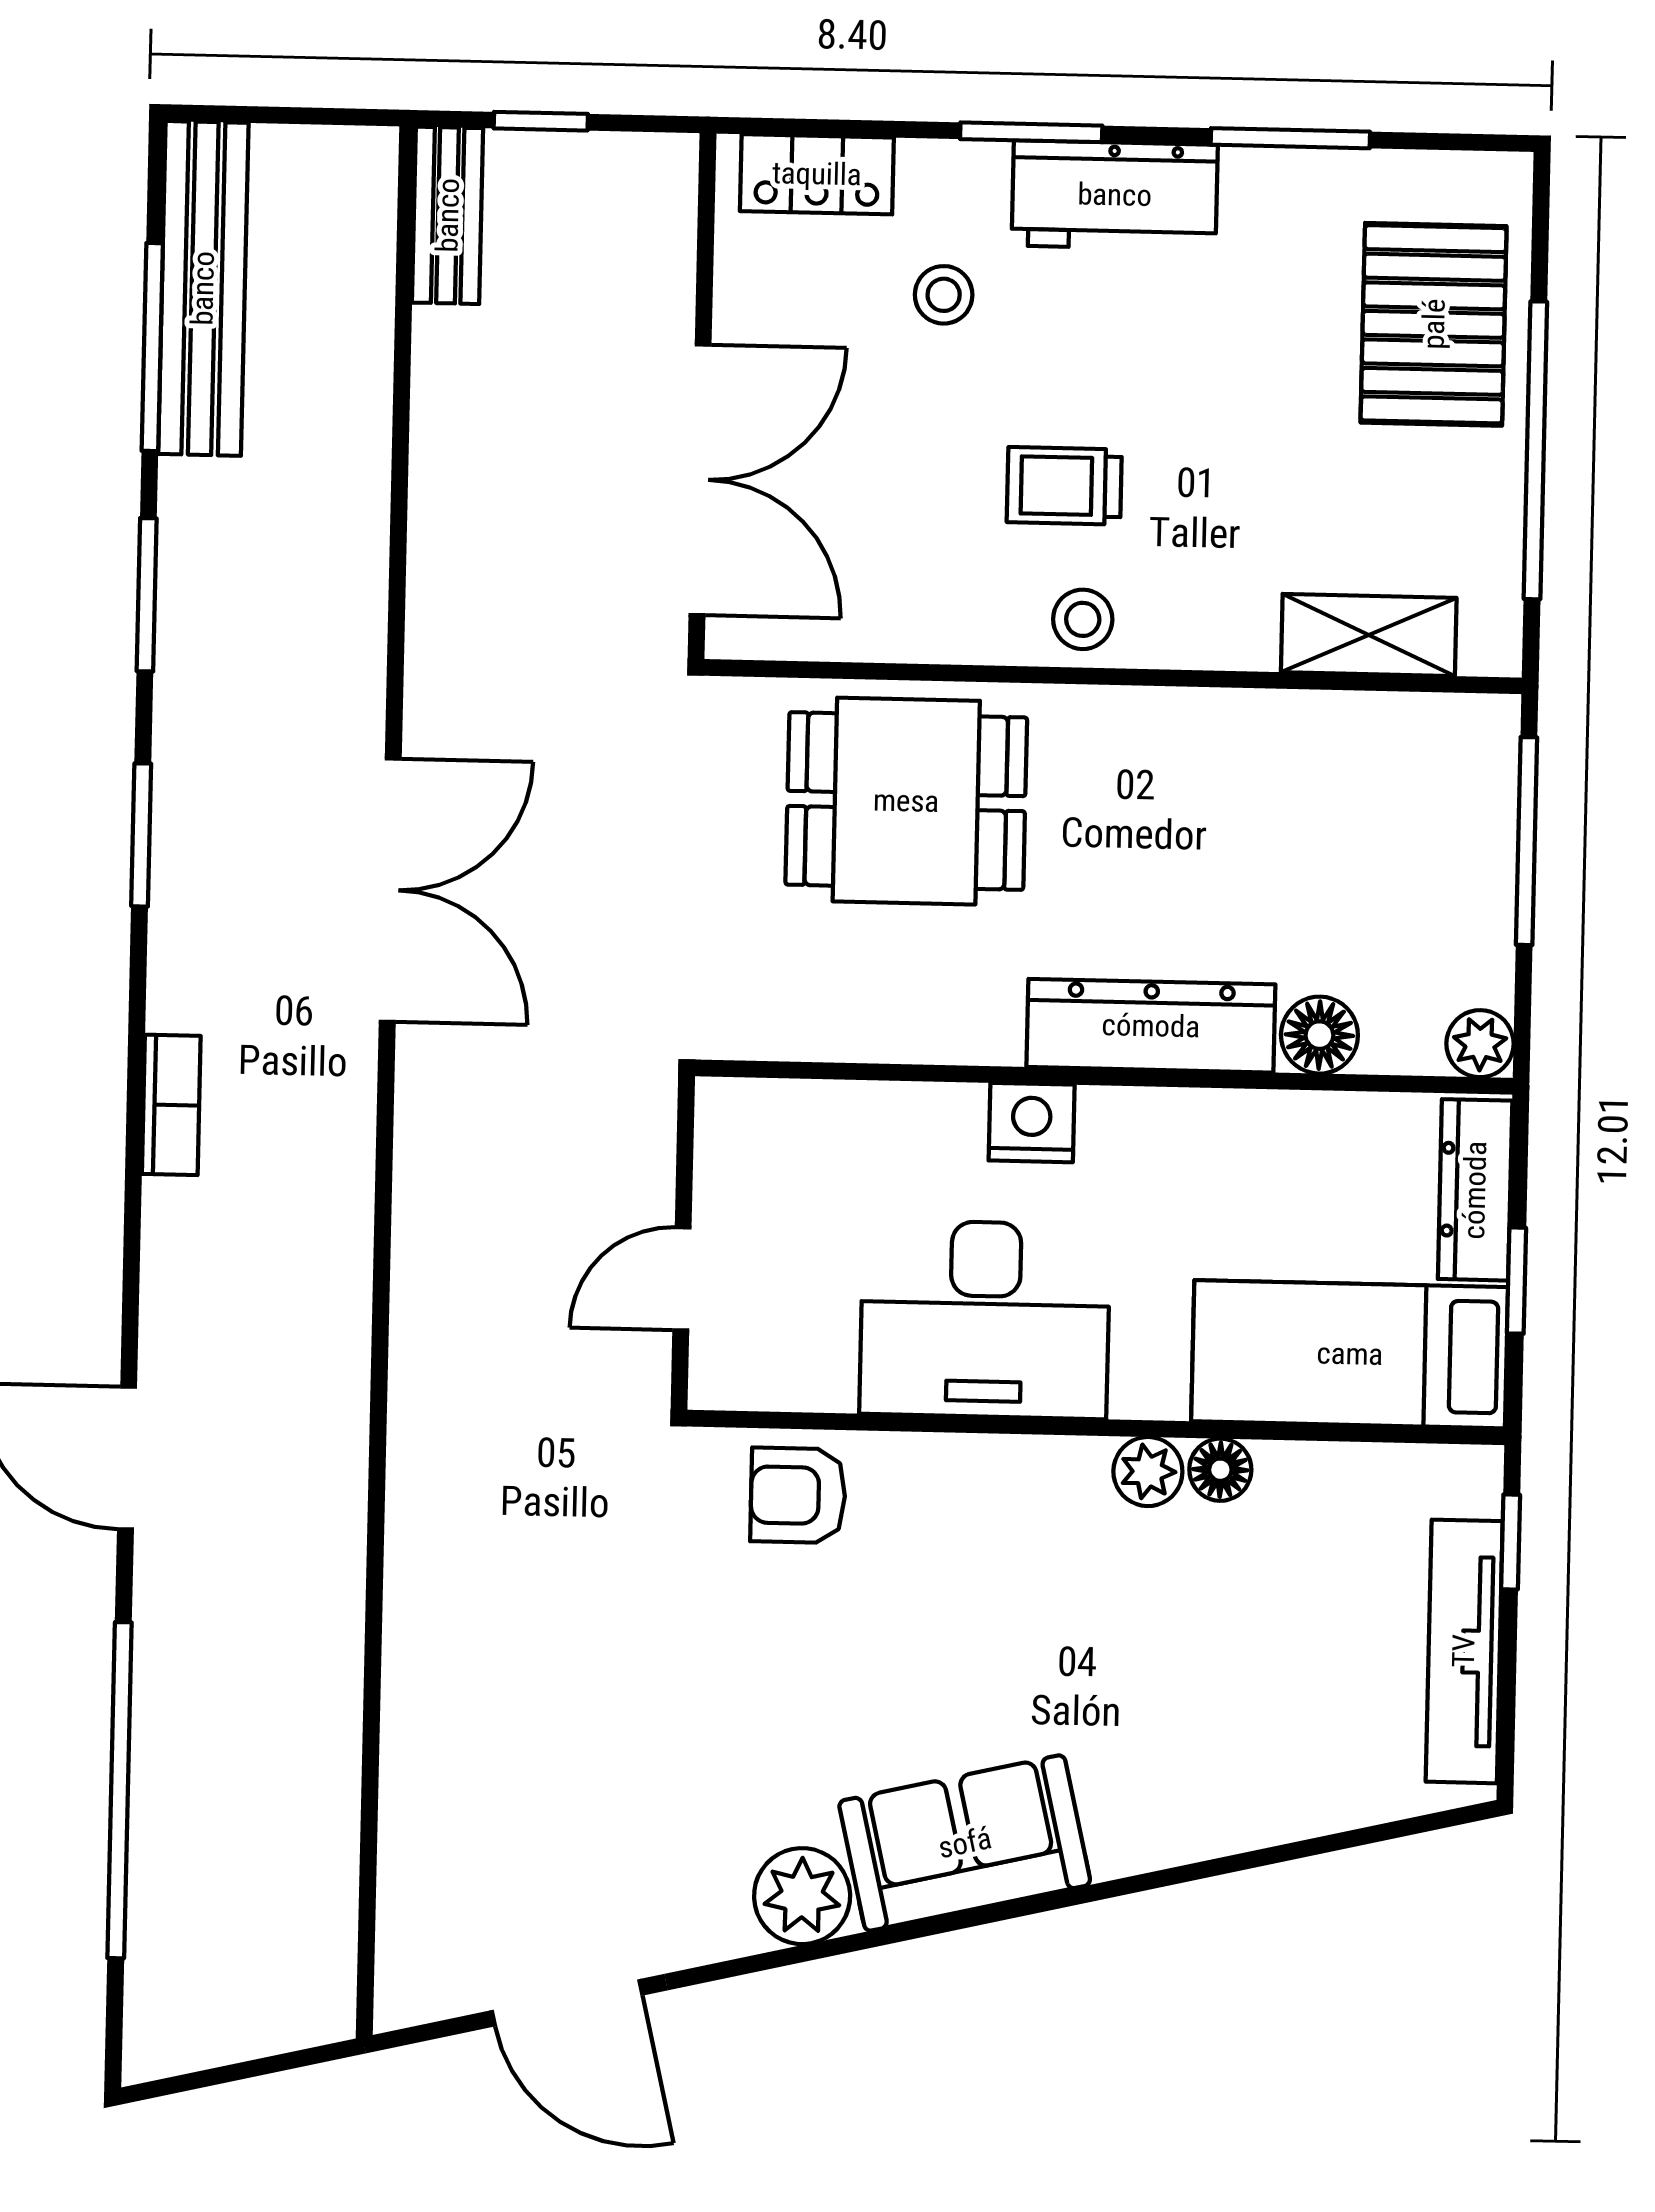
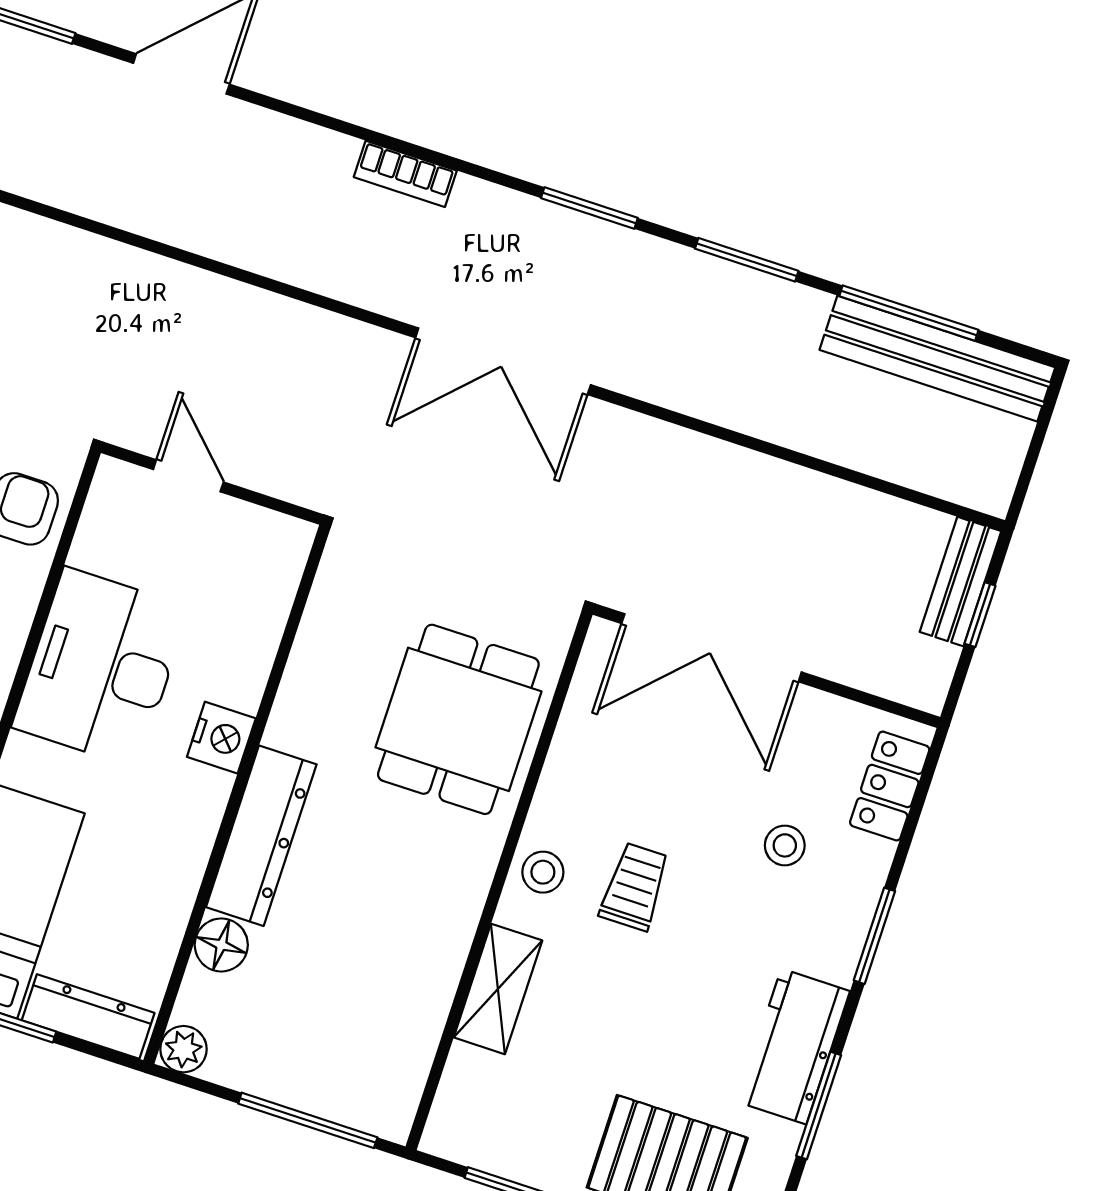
workbench: (1115, 195) -> (794, 1046), moved
bench: (448, 215) -> (960, 582), moved, turned 90
shelving: (1369, 635) -> (498, 989), moved

